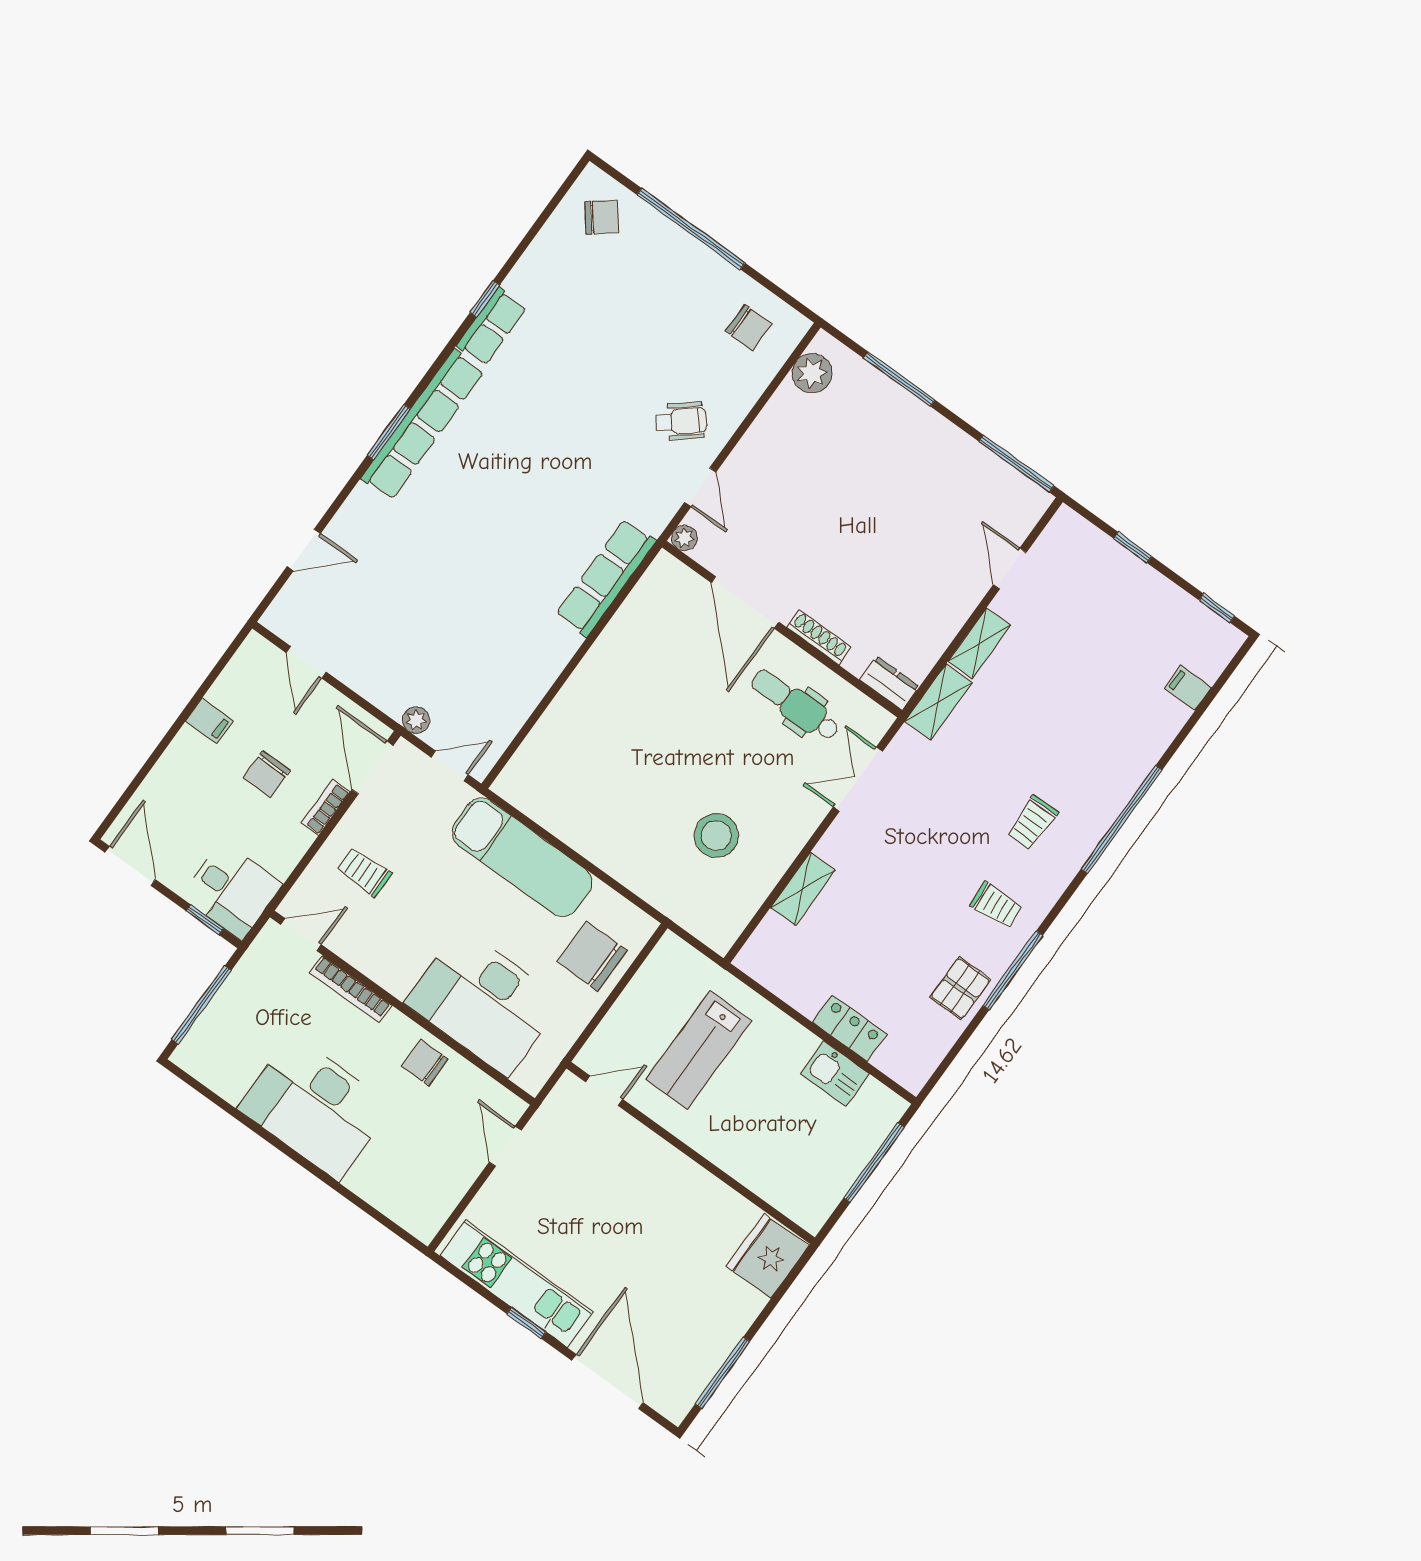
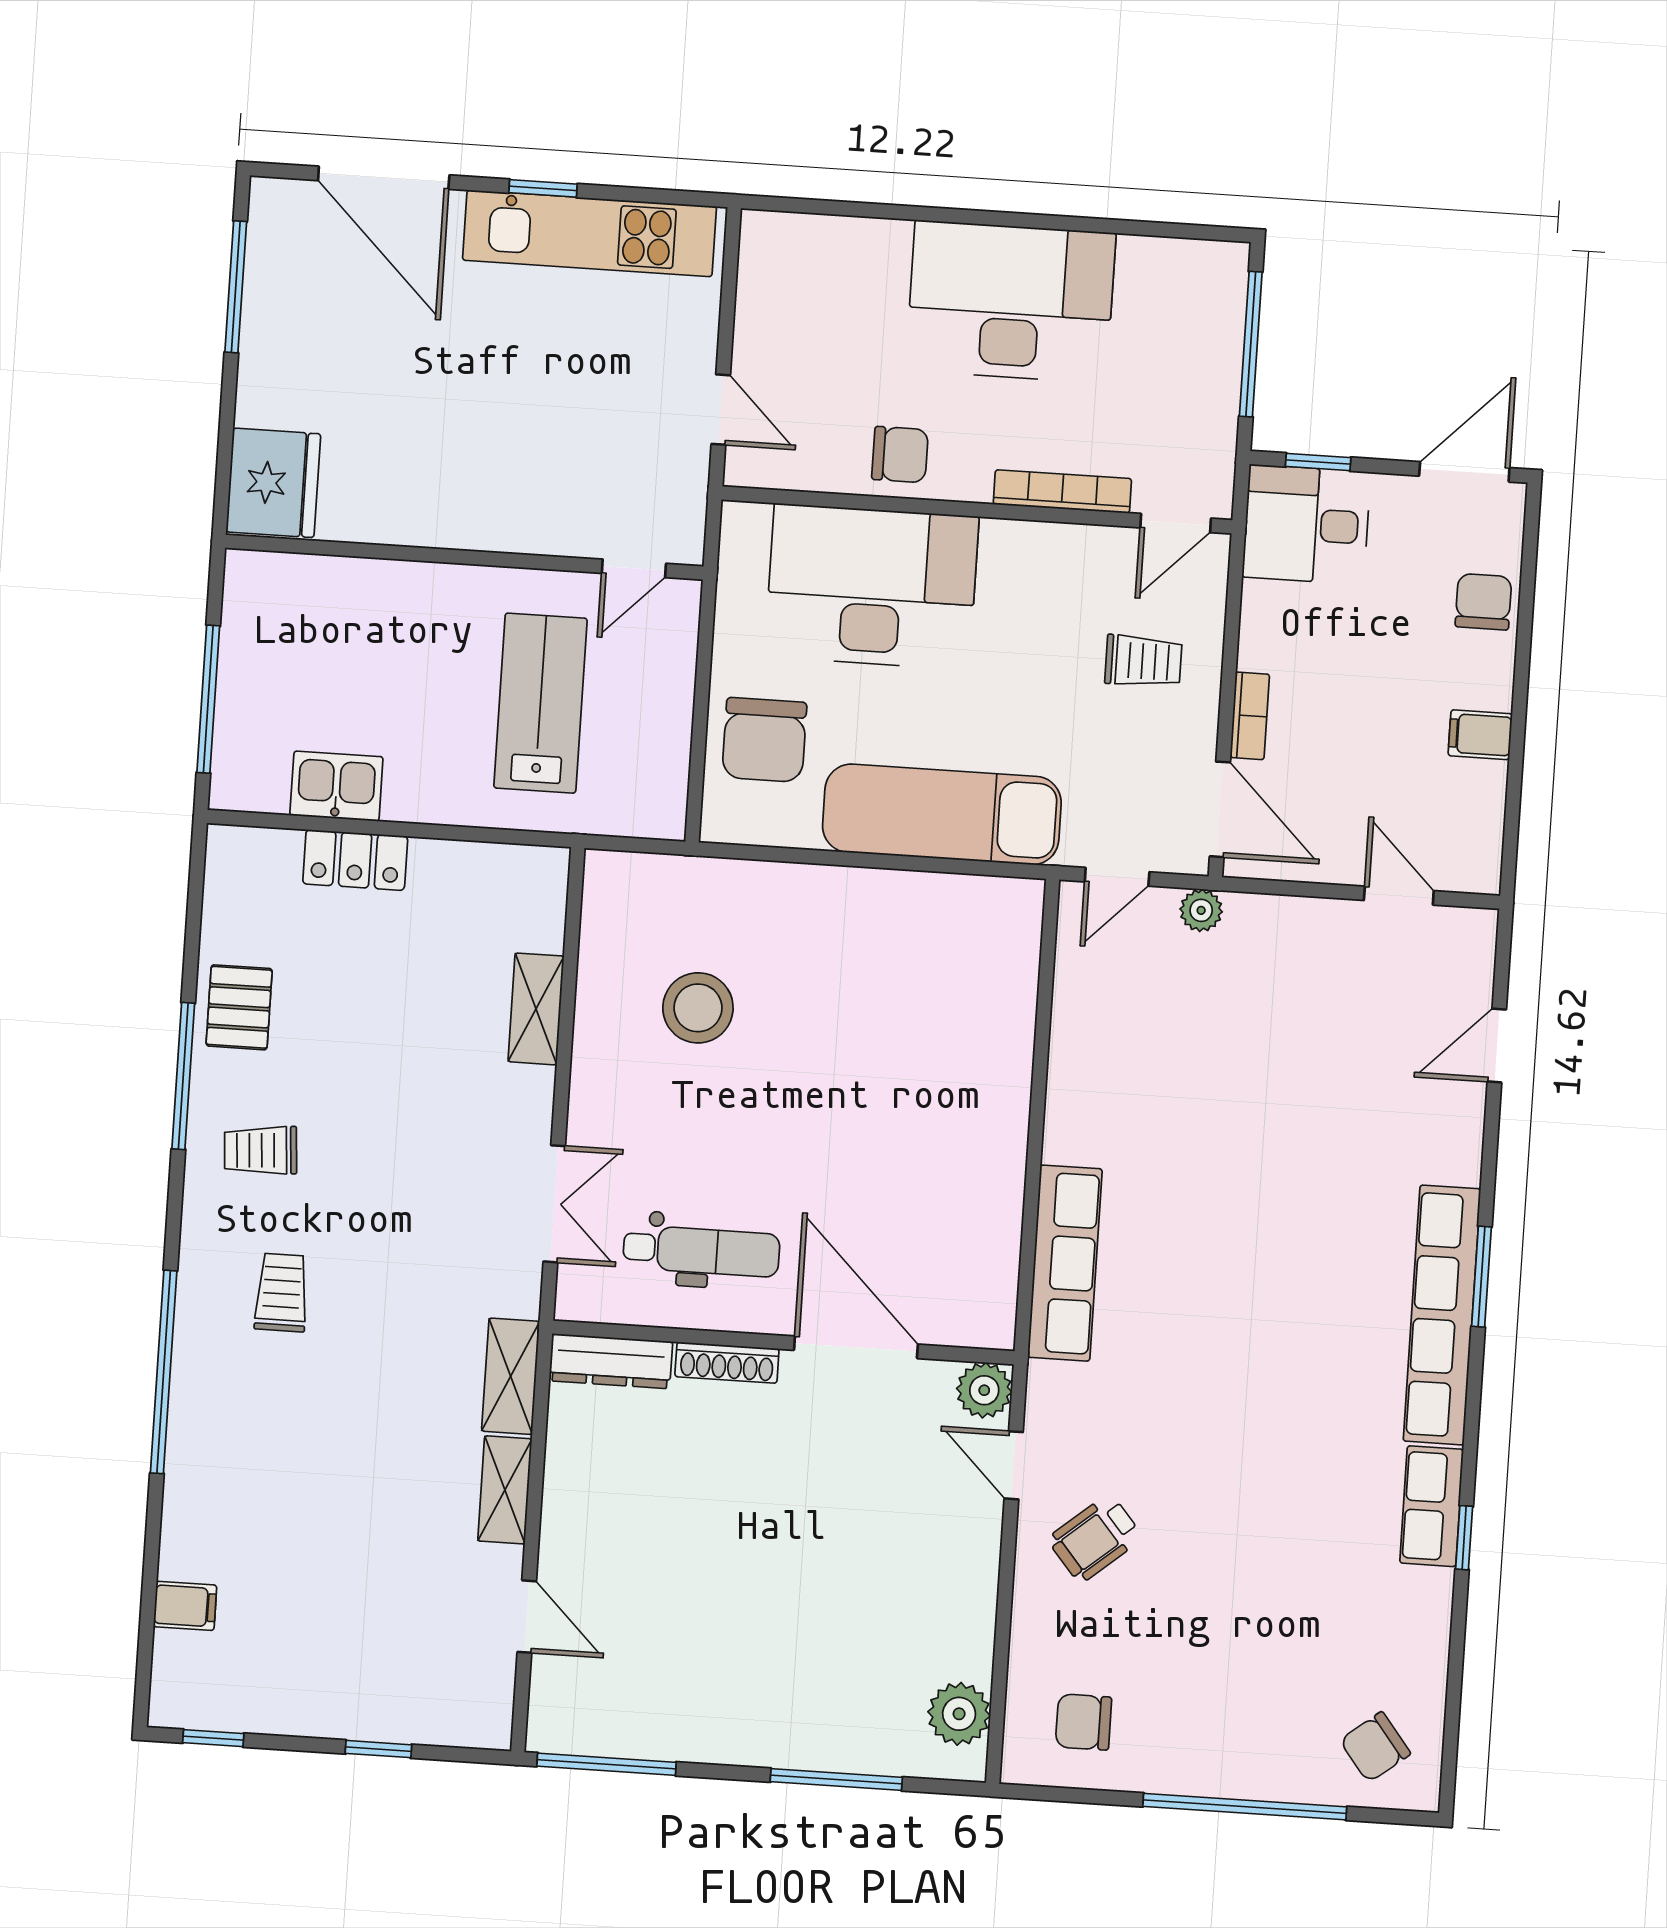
plant: (684, 538) -> (984, 1390), width x1.38, depth x1.38
dresser: (889, 683) -> (611, 1361), width x1.44
chair: (266, 774) -> (1483, 602), moved
door: (130, 866) -> (1464, 472), swing flipped
chair: (592, 956) -> (764, 740), turned 90

